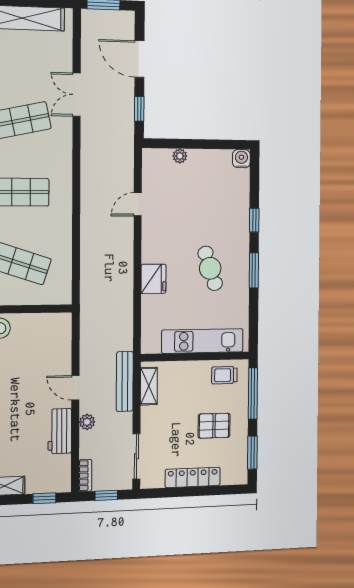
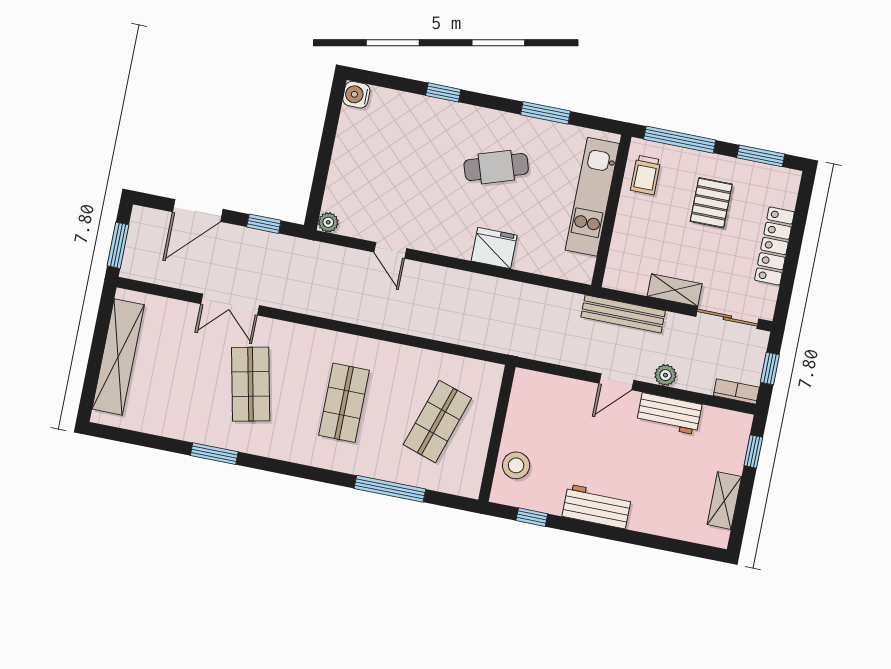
plant: (180, 156) -> (328, 222), moved
window: (254, 270) -> (546, 113), moved
shelving: (149, 386) -> (675, 290), moved

